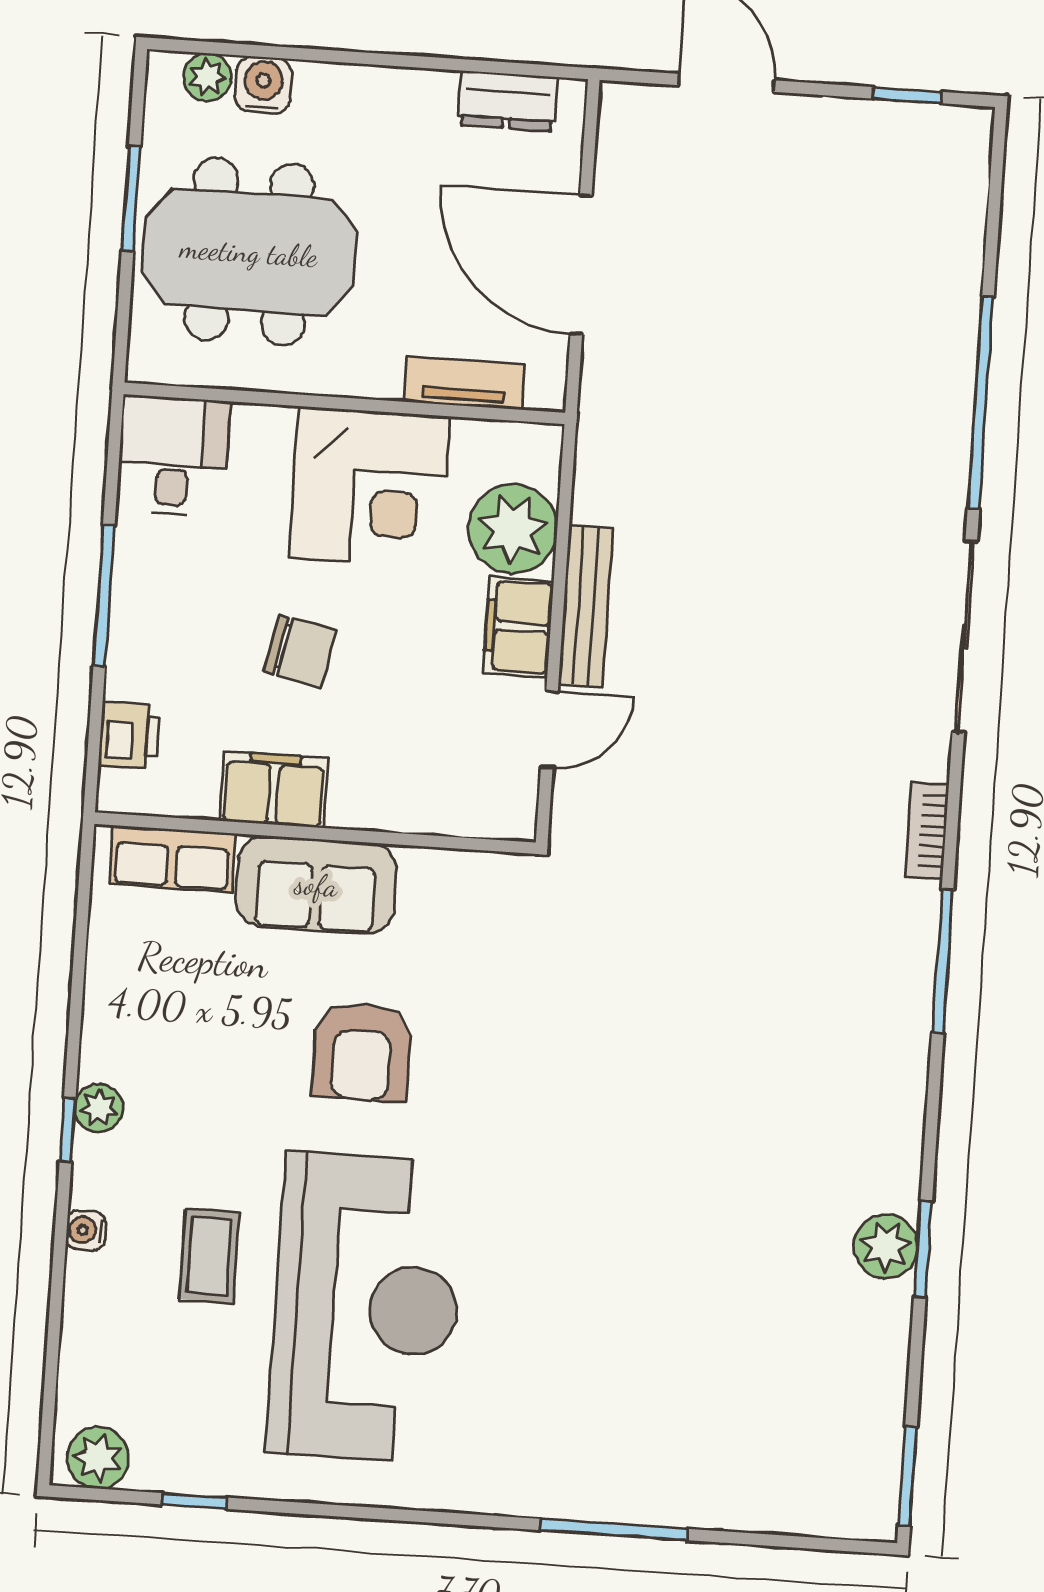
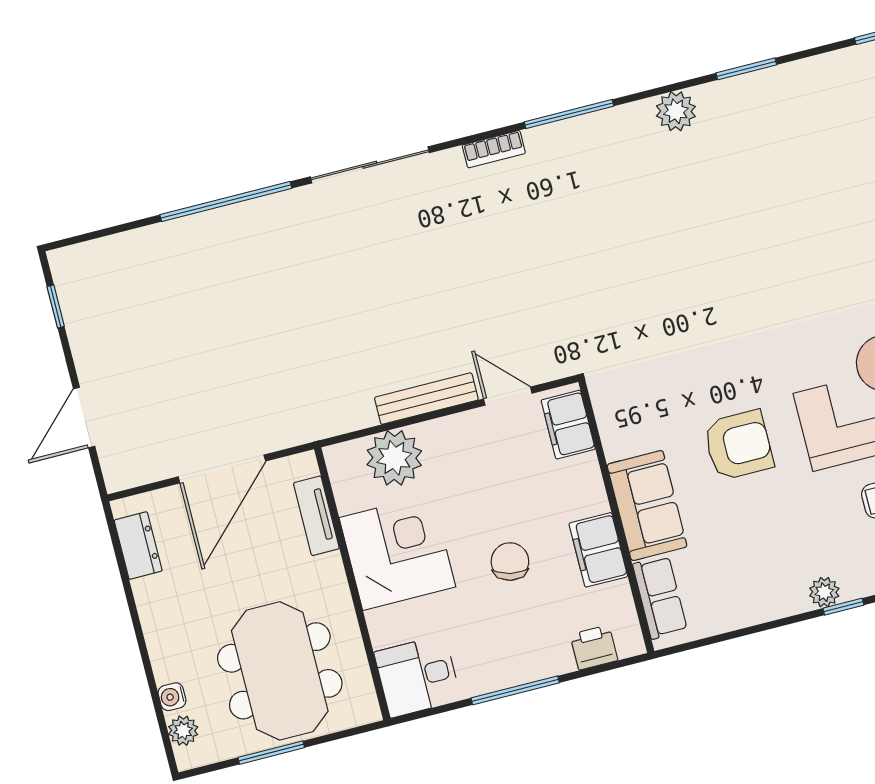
water cooler: (263, 85) -> (172, 697), width x0.72, depth x0.72
filing cabinet: (518, 627) -> (568, 425), moved, turned 90
plant: (886, 1246) -> (676, 111), moved

